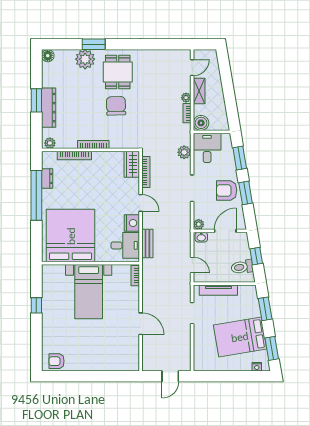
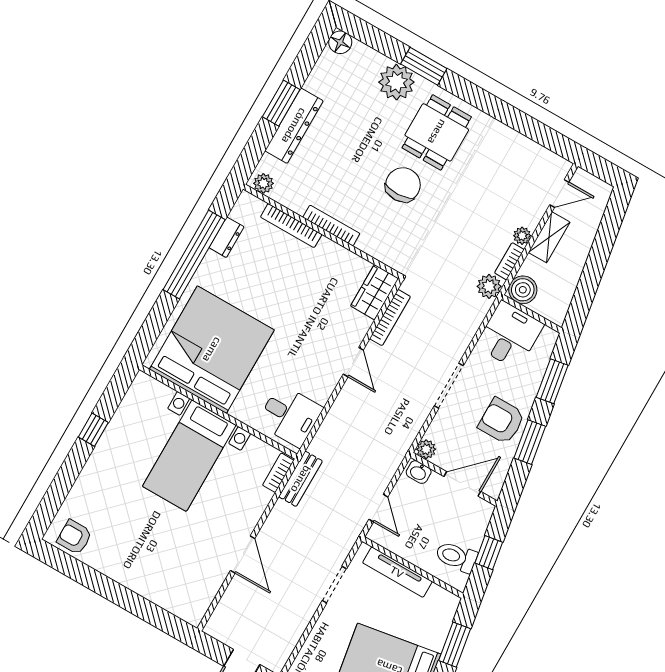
plant: (184, 152) -> (489, 286), moved
nightstand: (132, 223) -> (321, 386), removed
bench: (147, 244) -> (301, 479), moved

